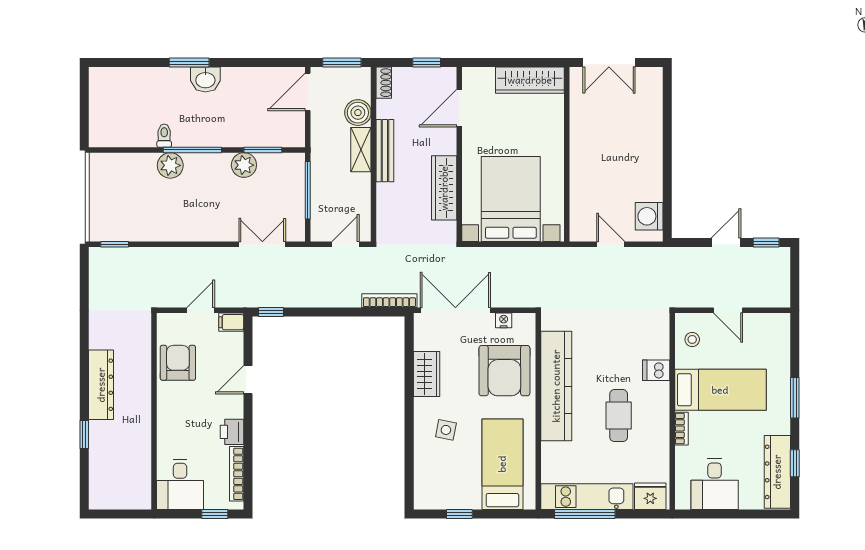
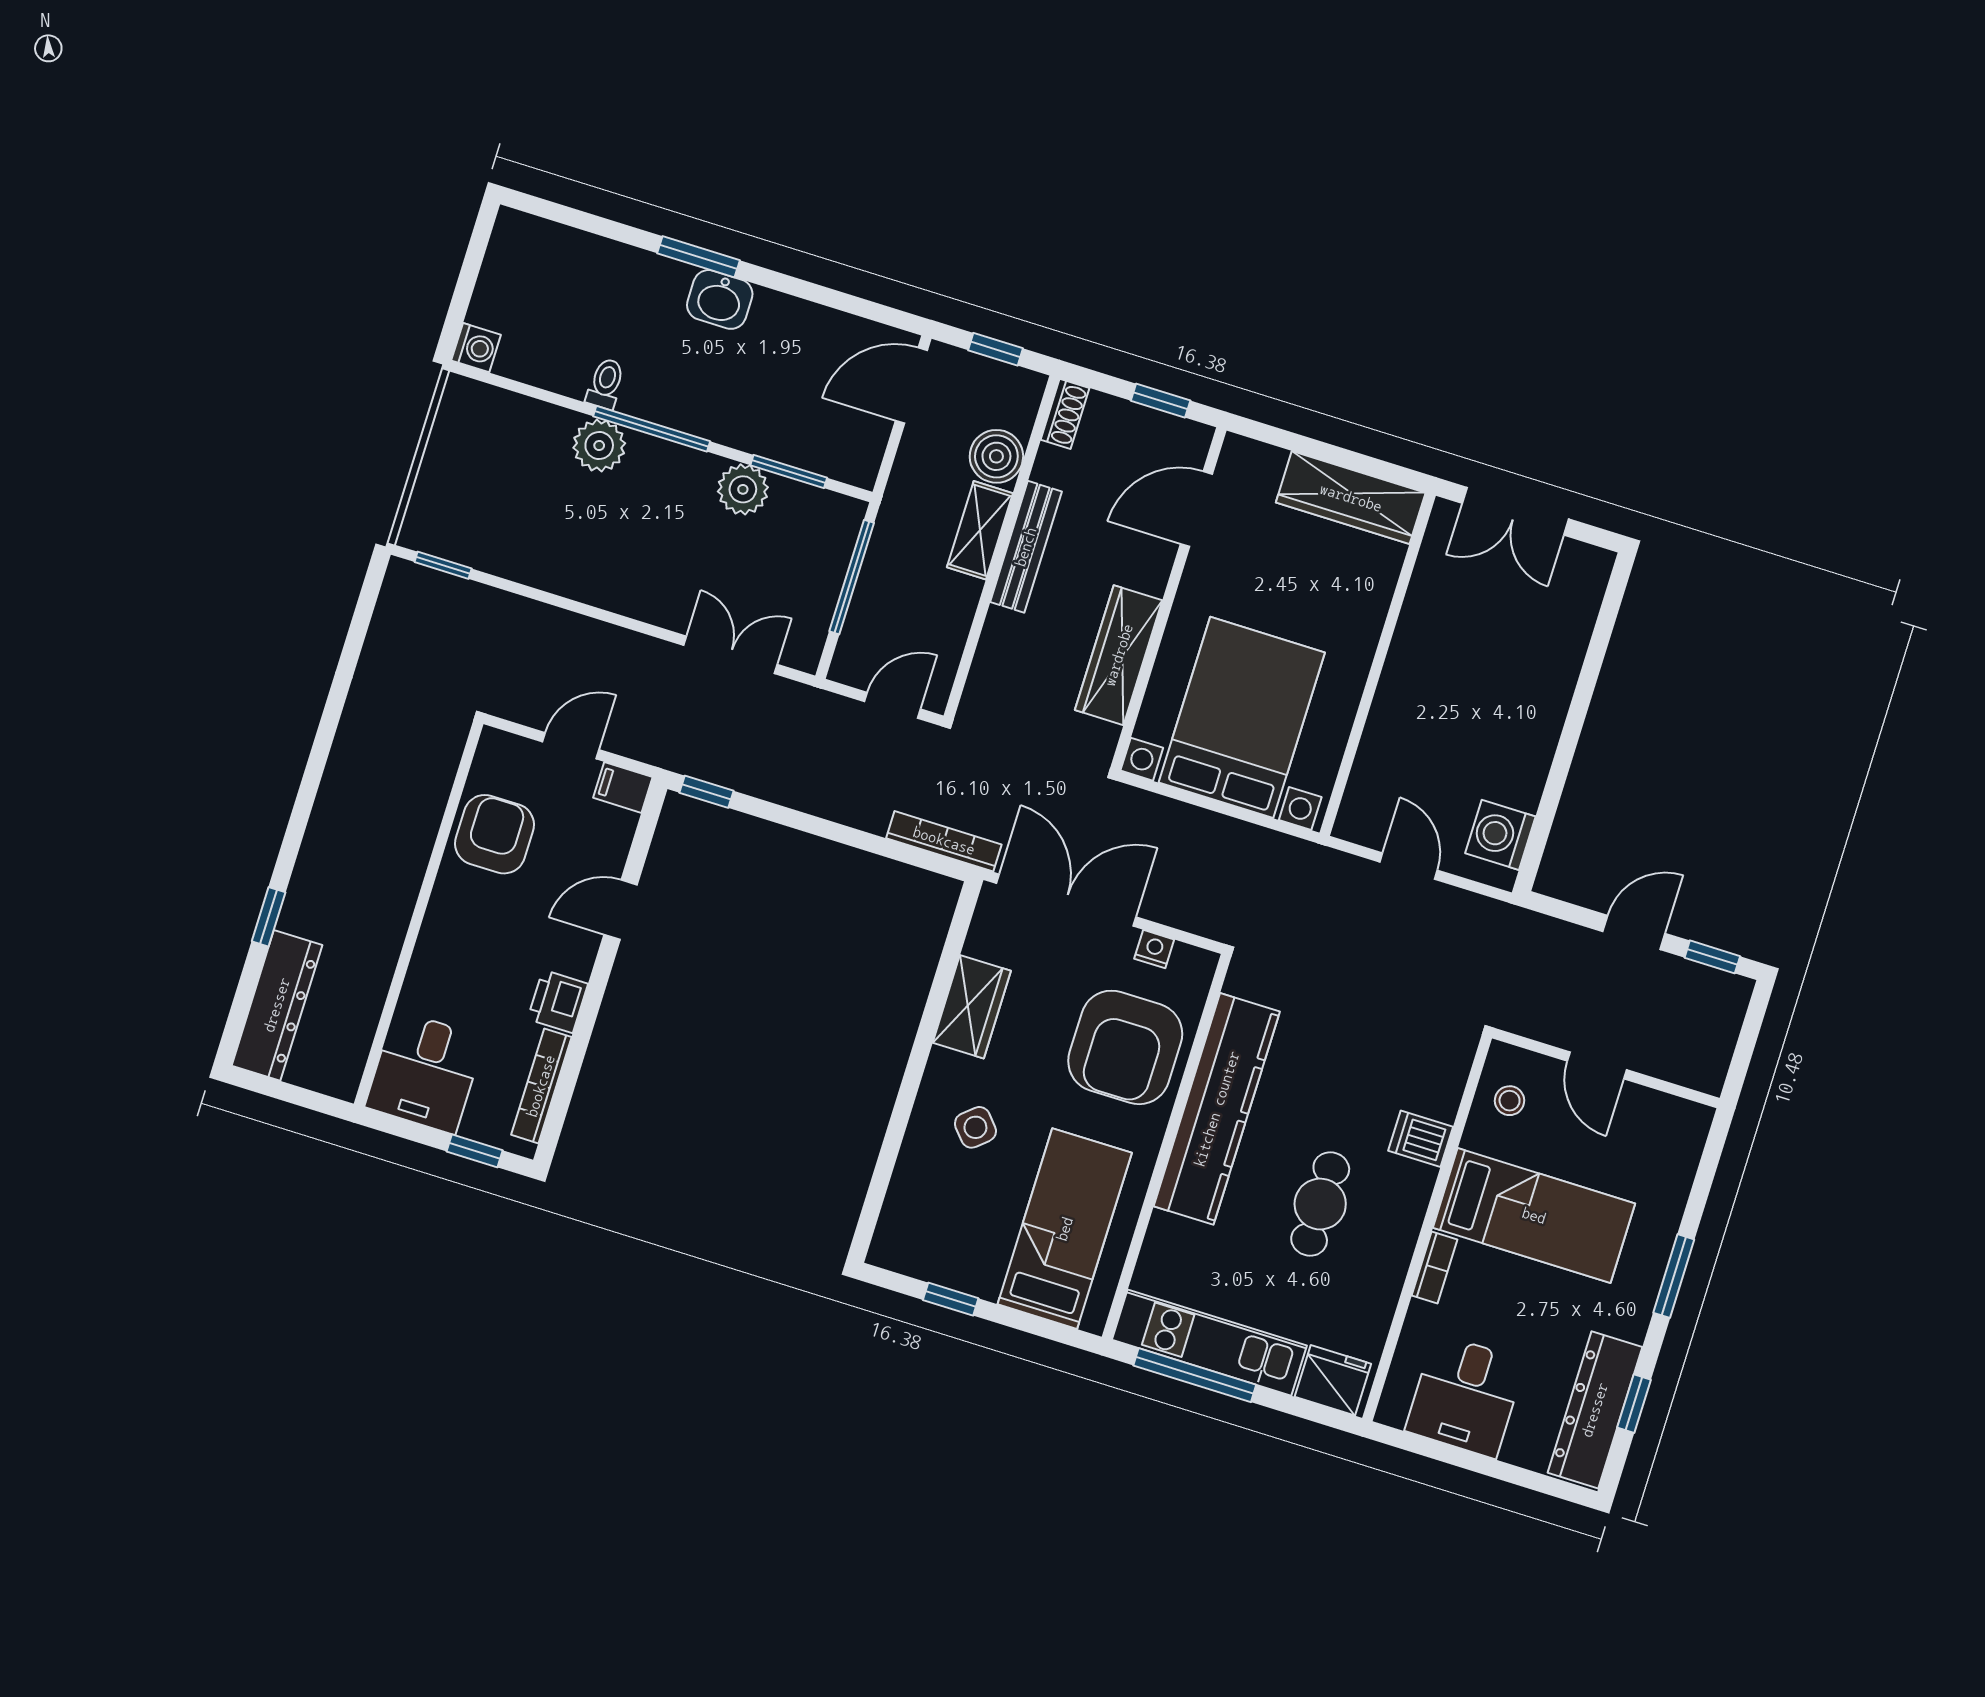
window: (342, 63) -> (995, 349), width x0.67
washing machine: (98, 138) -> (476, 348), added
dresser: (101, 385) -> (277, 1005), moved
side table: (446, 430) -> (975, 1127), turned 38

